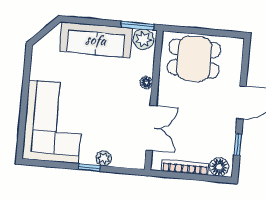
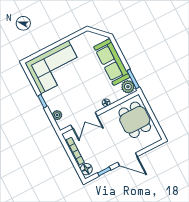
plant: (104, 158) -> (57, 115), moved

